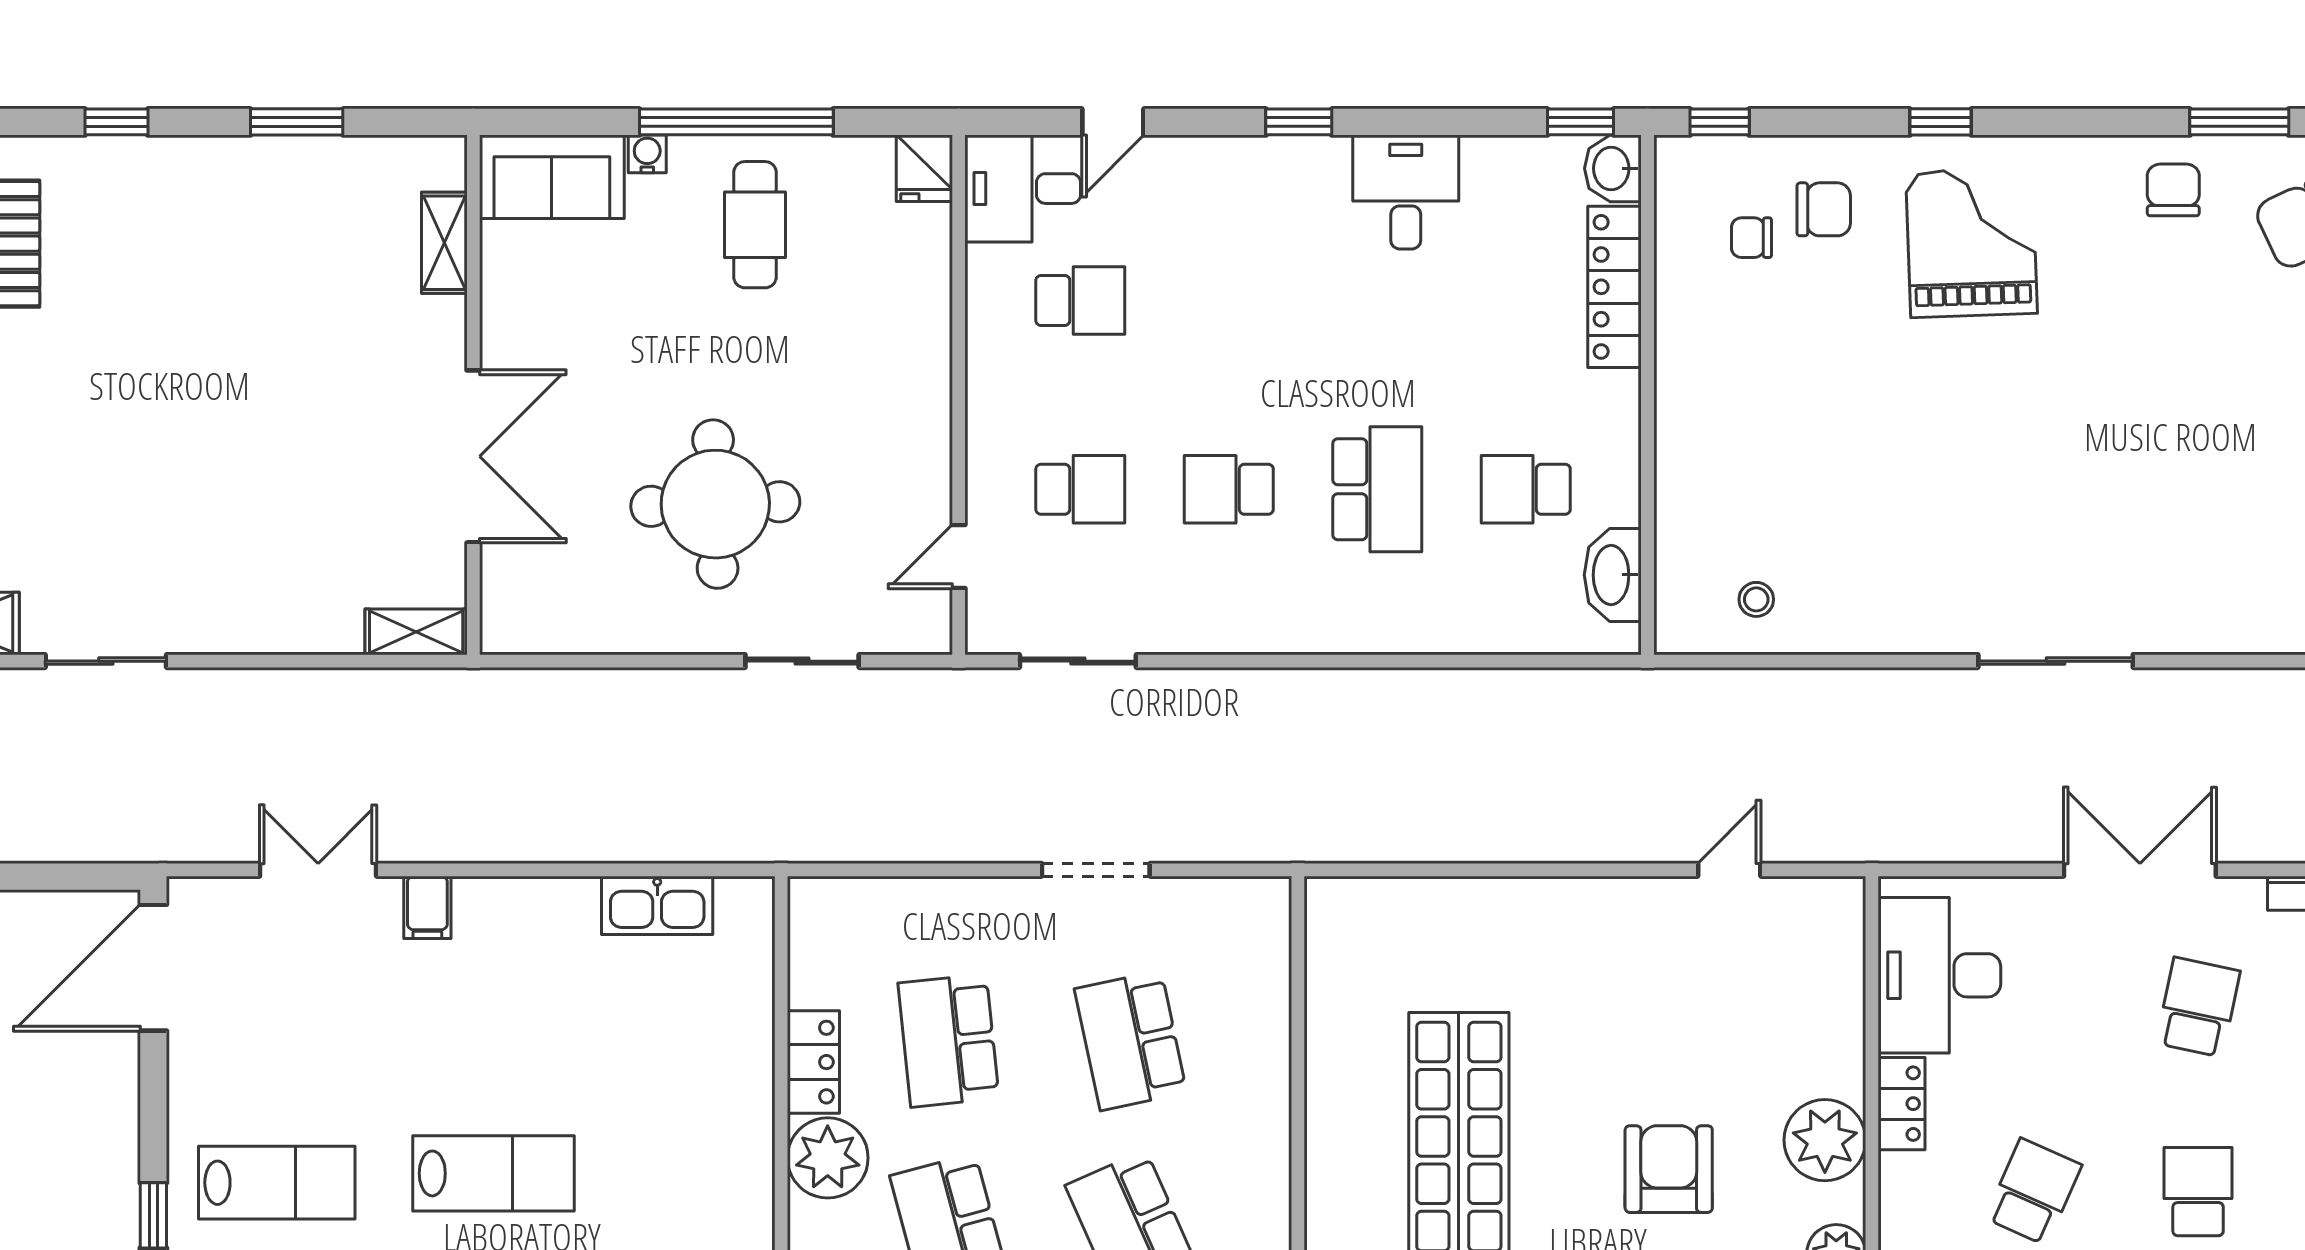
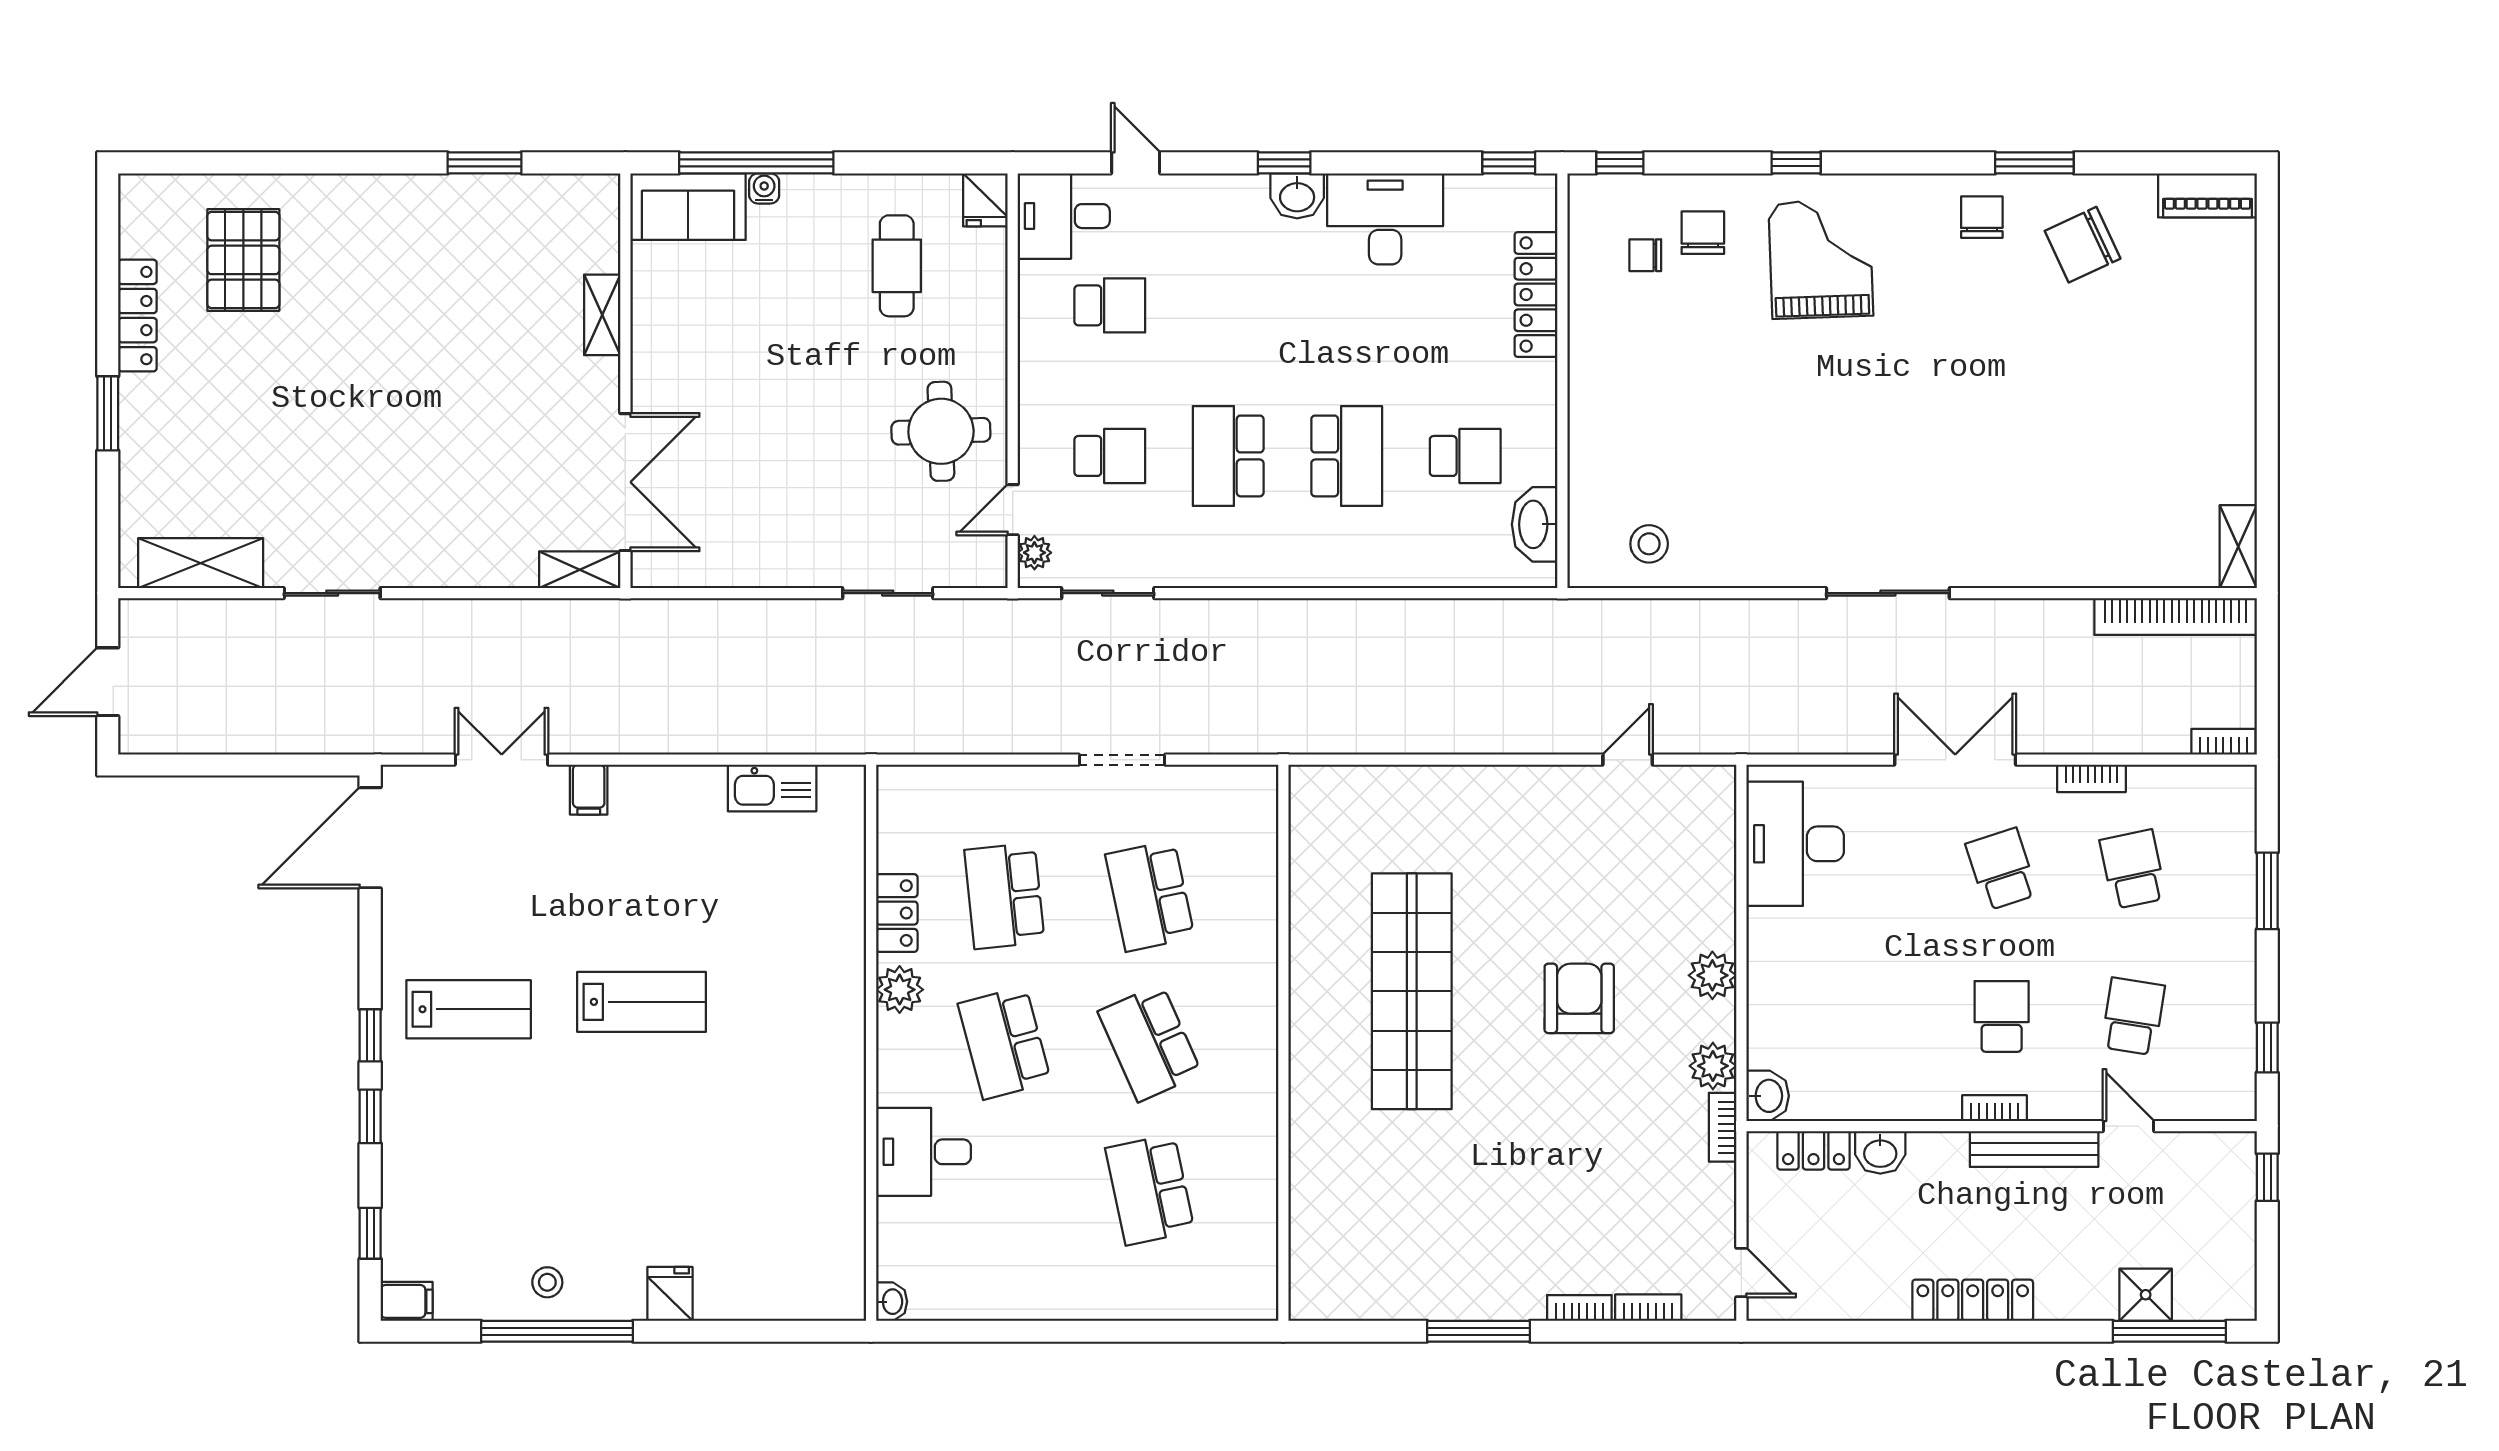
window: (116, 122) -> (341, 163), removed
window: (736, 122) -> (756, 163), moved
door: (1113, 122) -> (1136, 163), swing flipped
washbasin: (1613, 168) -> (1297, 196), moved, turned -90
desk: (1406, 192) -> (1385, 219), width x1.37
chair: (1824, 209) -> (1703, 233), turned -90
cafe table: (755, 225) -> (897, 266), moved
shelving: (444, 243) -> (602, 315), moved
double door: (473, 456) -> (625, 482), moved
school desk: (1229, 489) -> (1228, 456), width x1.85
school desk: (1526, 489) -> (1465, 456), turned 180
round table: (715, 504) -> (941, 431), moved, width x0.73, depth x0.73
stool: (1756, 599) -> (1649, 544), width x1.37, depth x1.37
plant: (986, 610) -> (1034, 553), added
school desk: (2198, 1007) -> (2002, 869), turned -30
locker: (1902, 1104) -> (1765, 946), removed
plant: (1825, 1140) -> (1712, 975), width x0.73, depth x0.73
plant: (828, 1158) -> (900, 990), width x0.73, depth x0.73
school desk: (2033, 1192) -> (1870, 1016), removed

